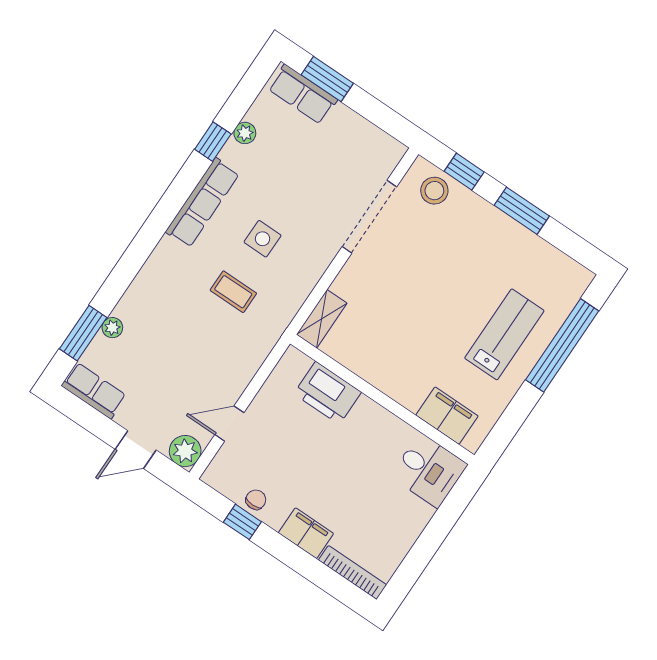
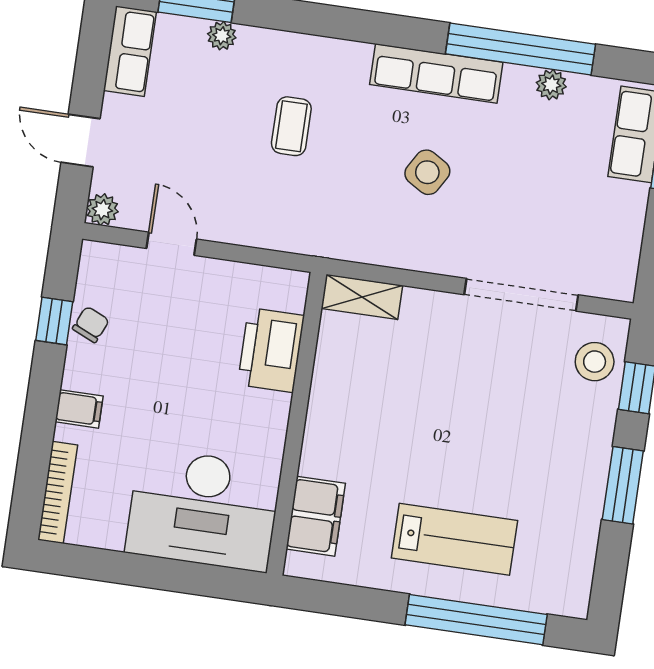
window: (213, 142) -> (521, 49), width x3.17
side table: (263, 239) -> (427, 172), turned 31
coffee table: (233, 292) -> (291, 126), moved
plant: (185, 451) -> (102, 210), width x0.73, depth x0.73
desk: (429, 470) -> (203, 510), width x1.87, depth x1.30
chair: (256, 500) -> (91, 324), turned -66
filing cabinet: (306, 533) -> (79, 409), width x0.50

